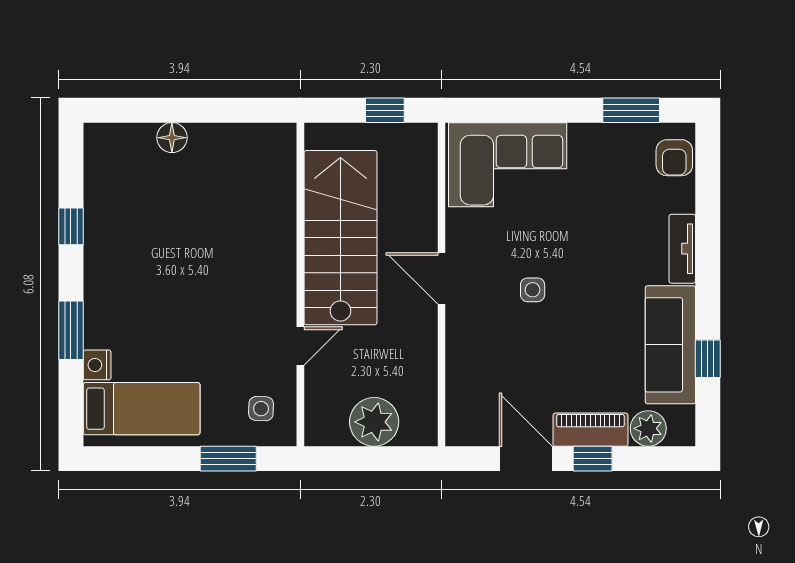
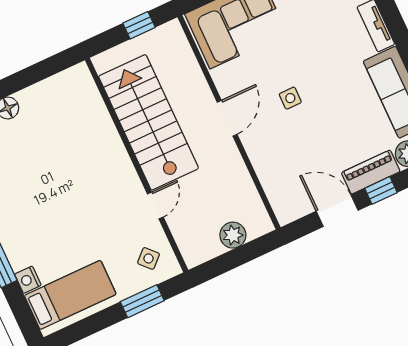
door: (442, 278) -> (227, 118), swing flipped
side table: (261, 409) -> (149, 258), turned 45
plant: (374, 422) -> (233, 235), width x0.73, depth x0.73

